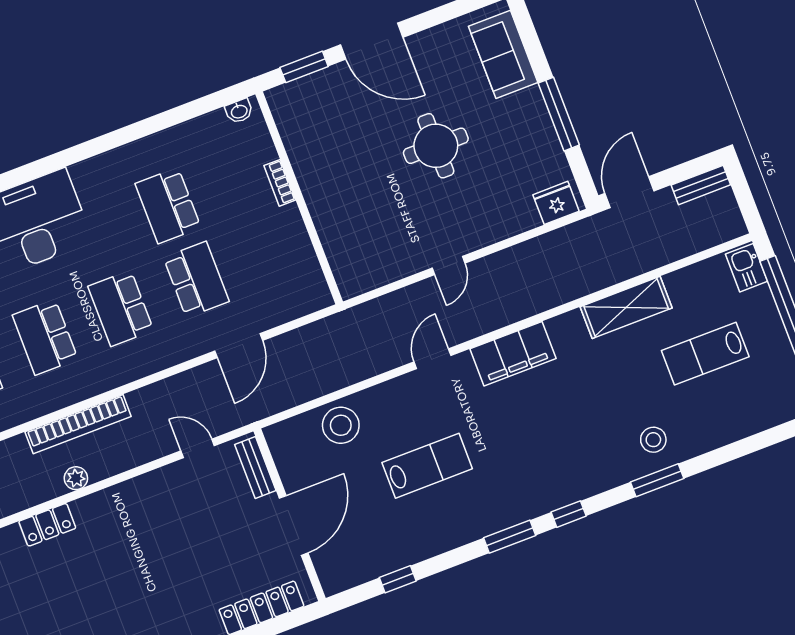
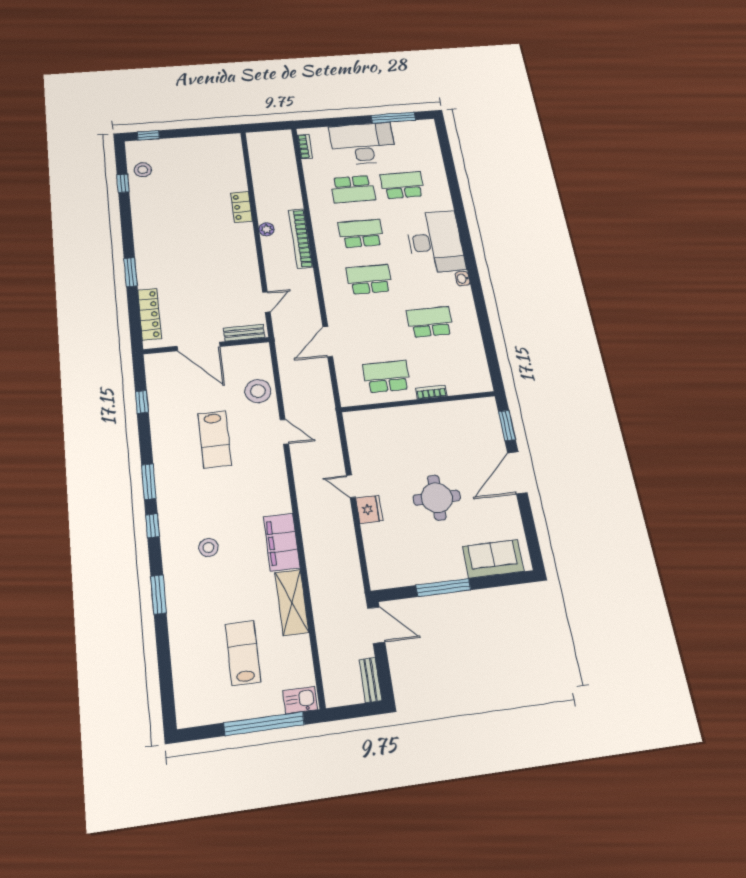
washbasin: (239, 111) -> (463, 279), moved
fridge: (556, 203) -> (369, 509), moved
school desk: (196, 279) -> (387, 377), moved, turned 180
door: (239, 346) -> (328, 342), hinge flipped
filing cabinet: (513, 354) -> (282, 542), moved
door: (433, 359) -> (284, 432), moved
stool: (653, 440) -> (208, 547), moved

